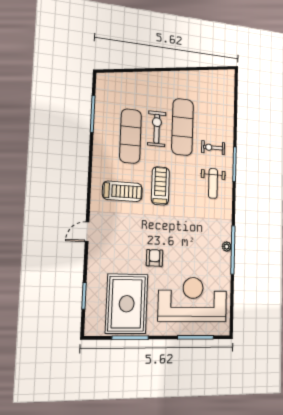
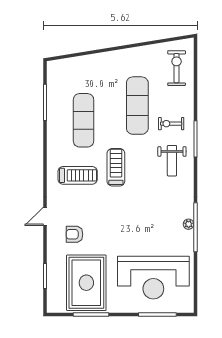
exercise bike: (157, 129) -> (177, 68), moved
armchair: (154, 258) -> (74, 234), moved, turned -90
reception desk: (193, 299) -> (153, 278), turned 180

